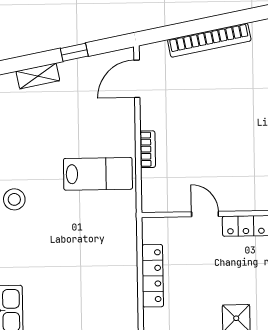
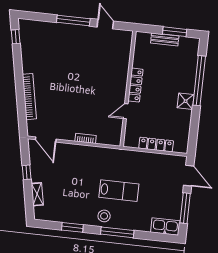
lab bench: (98, 174) -> (119, 191), moved, turned 90

